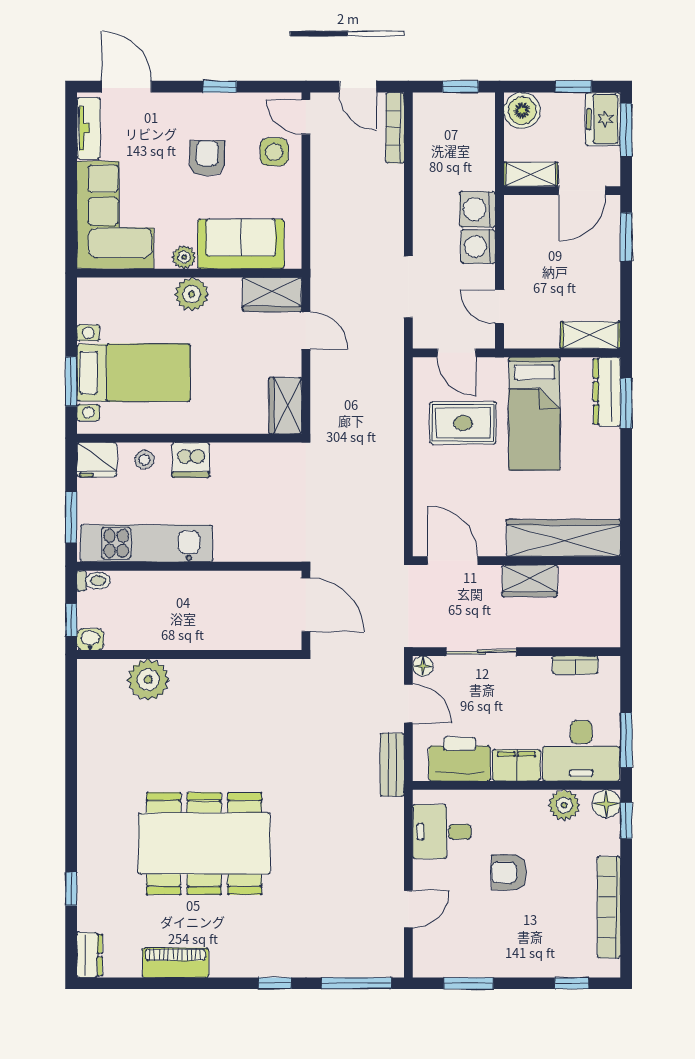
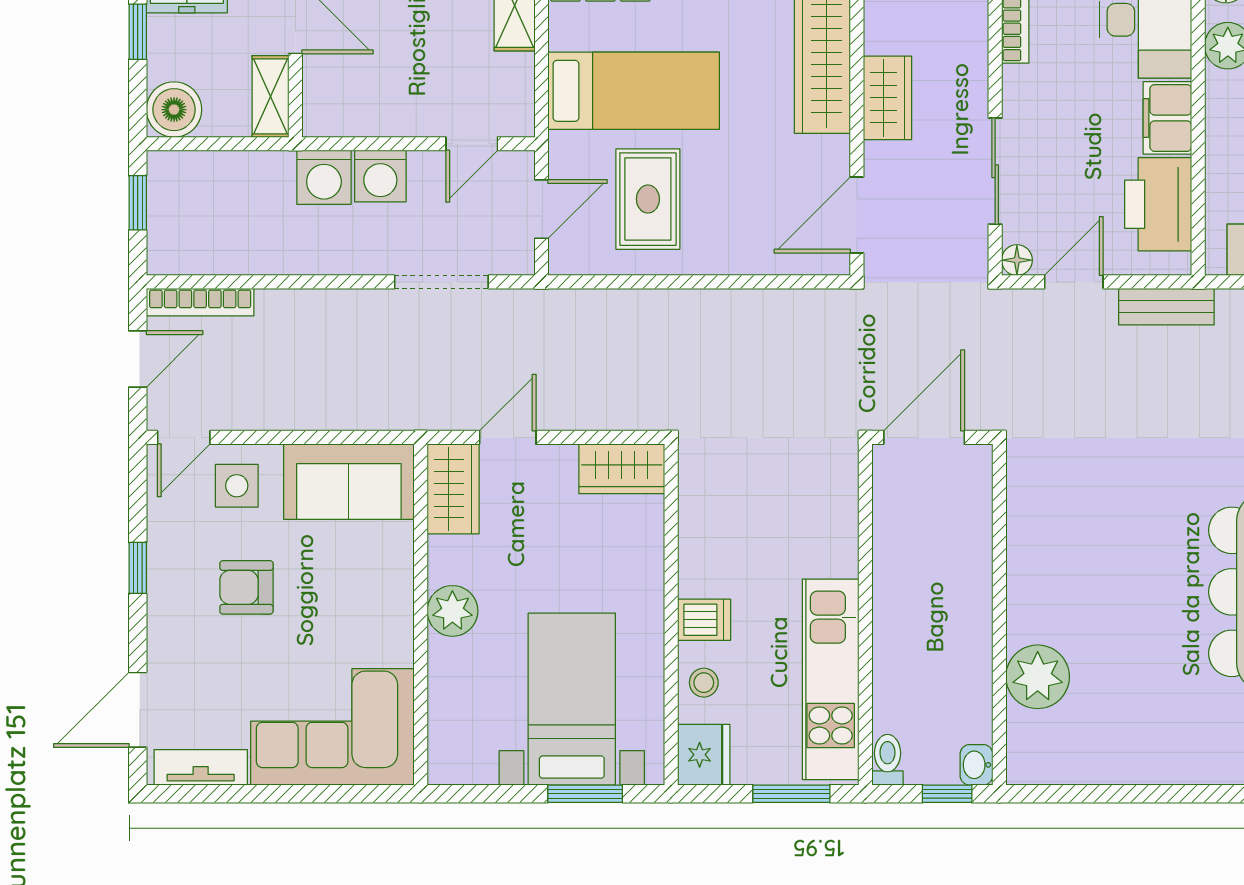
sofa: (241, 244) -> (349, 482), moved, turned -90
plant: (184, 257) -> (397, 622), removed
dishwasher: (191, 460) -> (704, 620), width x0.73

